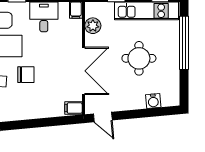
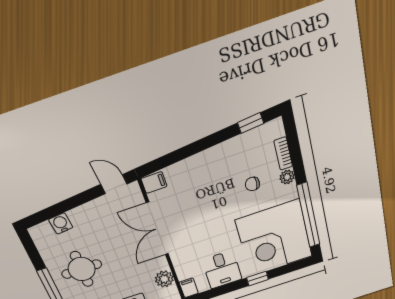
round table: (139, 58) -> (82, 269), moved
chair: (26, 75) -> (224, 202), removed

